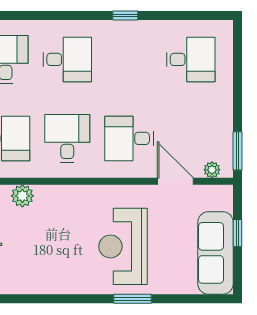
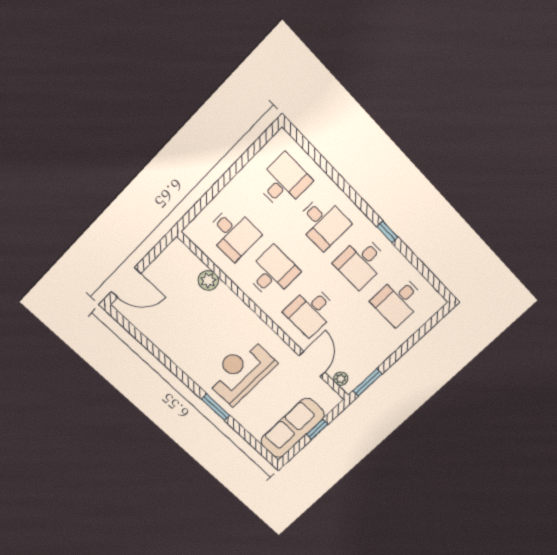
desk: (129, 59) -> (361, 262), added
desk: (191, 59) -> (398, 300), turned 90
desk: (129, 138) -> (311, 311), turned -90

